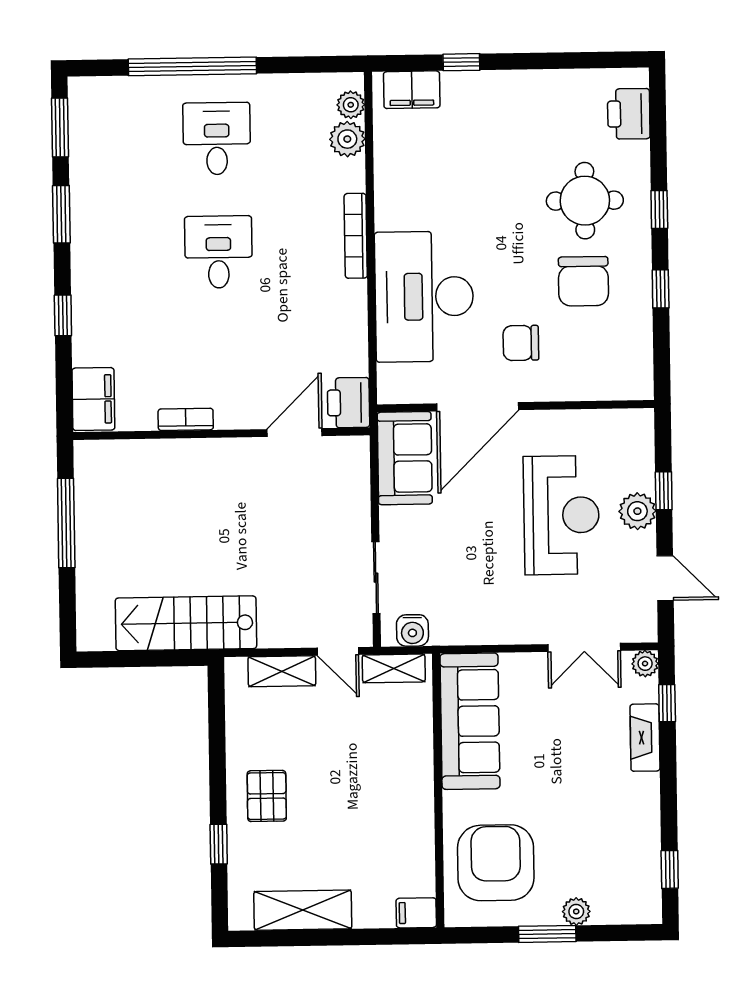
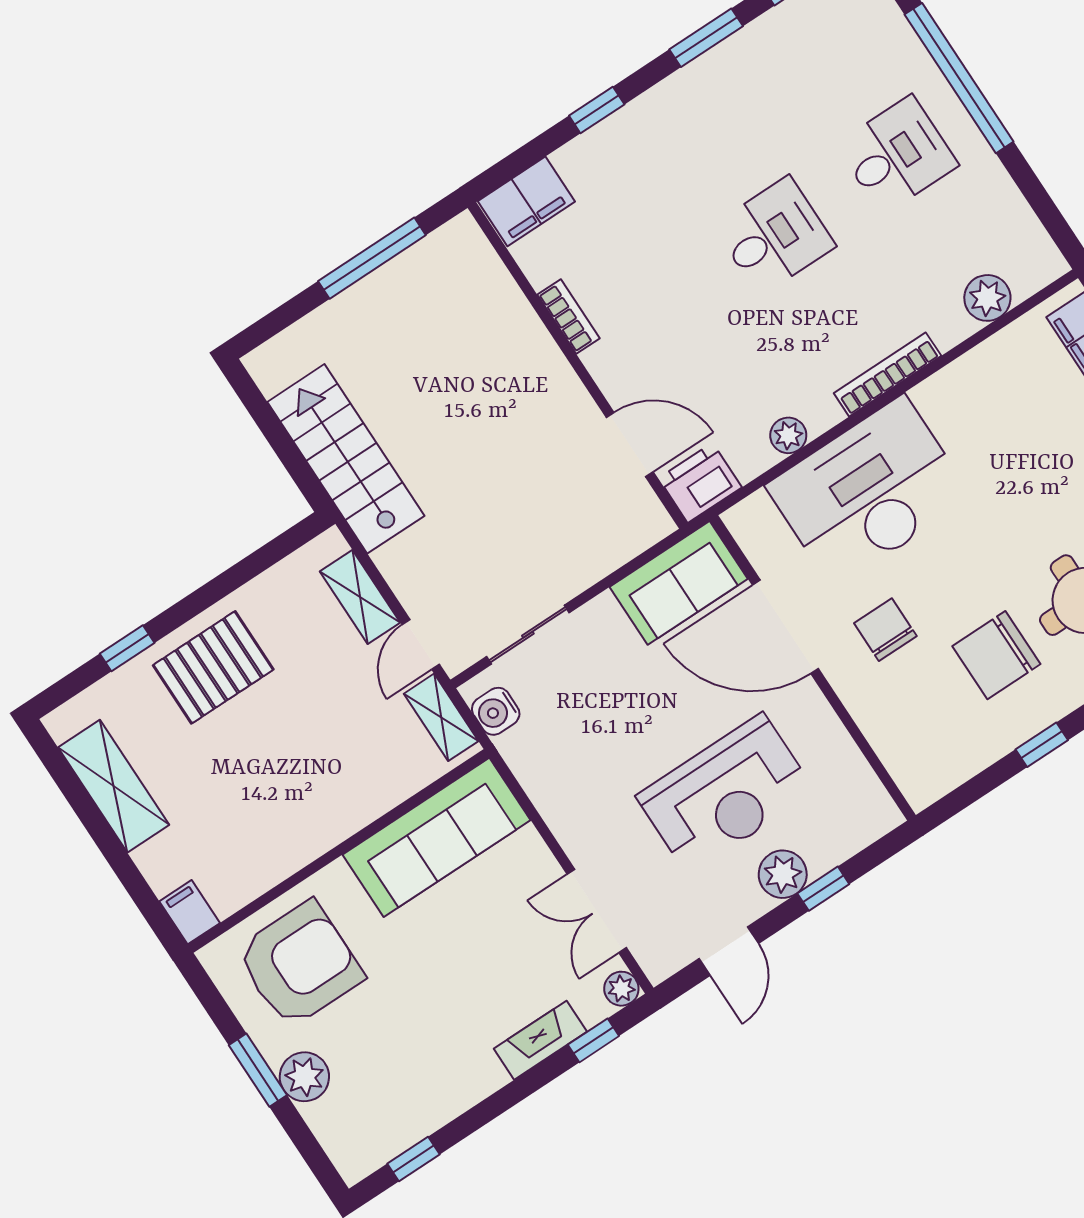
plant: (351, 105) -> (788, 435), moved
pallet: (267, 796) -> (213, 667), width x1.50, depth x1.42
plant: (576, 911) -> (304, 1077), width x1.38, depth x1.38

